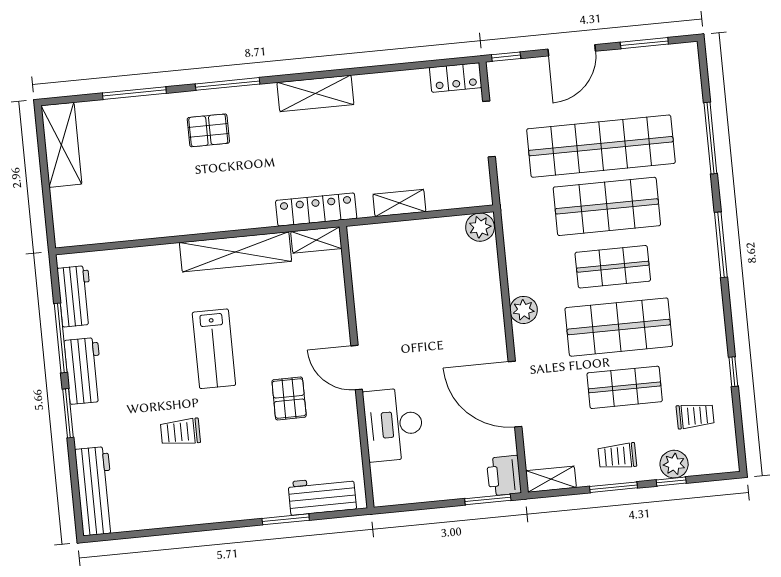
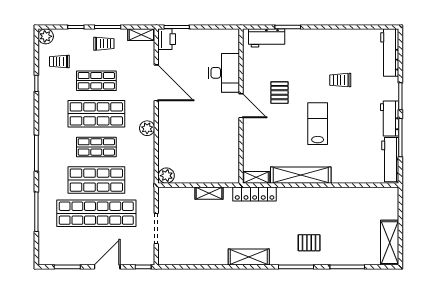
locker: (456, 77) -> (172, 258), removed
workbench: (75, 296) -> (390, 160), width x1.38
trolley: (180, 432) -> (340, 80), turned 180
plant: (674, 464) -> (46, 36), moved

